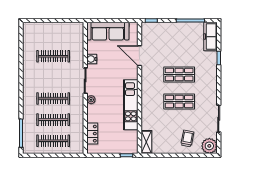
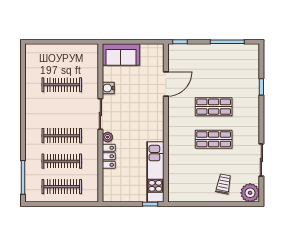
sofa: (108, 31) -> (121, 54), width x0.73
freezer: (210, 37) -> (251, 61), removed
door: (139, 56) -> (166, 84), swing flipped
kitchen unit: (131, 105) -> (155, 172), moved
locker: (92, 134) -> (109, 156), moved
shelving: (146, 142) -> (174, 188), removed

